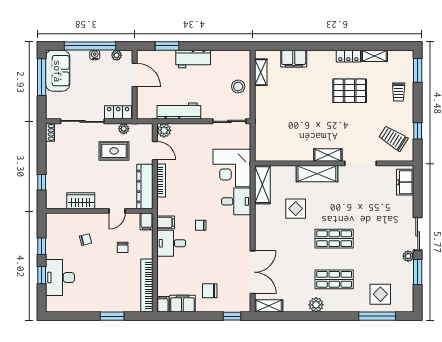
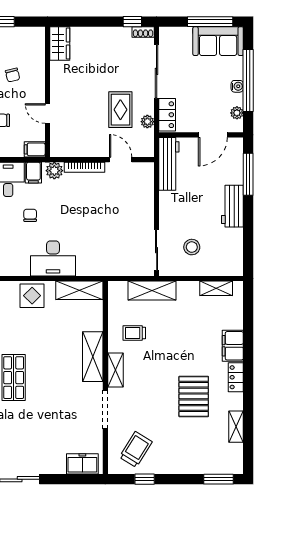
window: (167, 46) -> (248, 174), width x1.44
locker: (348, 56) -> (236, 377), moved
filing cabinet: (294, 59) -> (233, 346), moved
stool: (238, 86) -> (192, 247), moved
trolley: (399, 92) -> (134, 333), moved
workbench: (179, 111) -> (169, 164), moved
shelving: (263, 125) -> (152, 291), added
plant: (164, 130) -> (54, 171), moved
door: (155, 151) -> (121, 160), swing flipped
corner desk: (232, 168) -> (100, 253), removed
window: (42, 182) -> (132, 22), moved
dresser: (145, 186) -> (77, 147), removed
wardrobe: (81, 201) -> (60, 44), moved
desk: (236, 201) -> (53, 258), width x1.37
display table: (296, 209) -> (32, 296), moved

